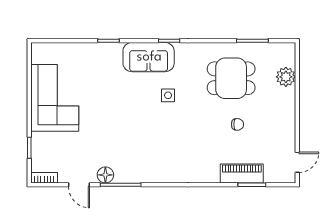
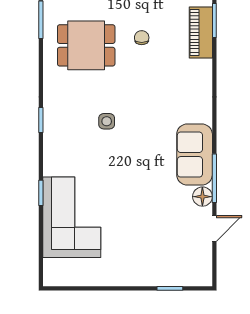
sofa: (149, 57) -> (195, 155), moved, turned 180
dining table: (231, 78) -> (86, 45), turned 90
corner sofa: (55, 98) -> (72, 217), moved, turned 90
bookcase: (44, 178) -> (206, 270), removed

